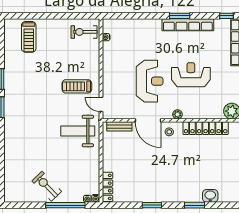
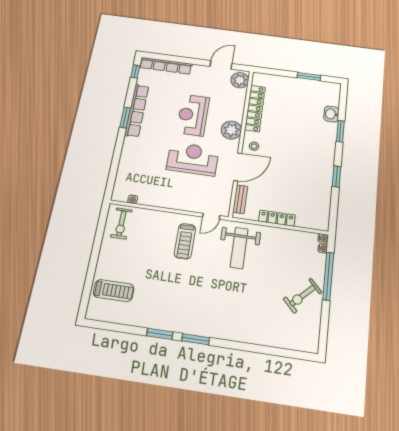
plant: (177, 114) -> (231, 130), width x1.88, depth x1.88
locker: (107, 187) -> (277, 218), moved

